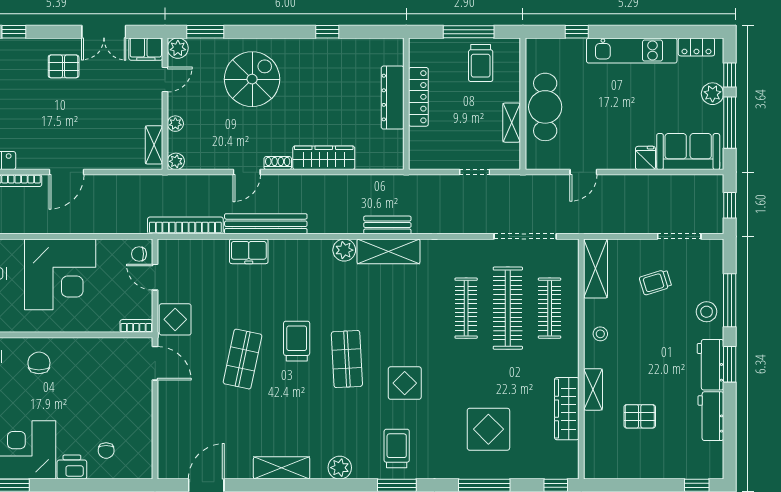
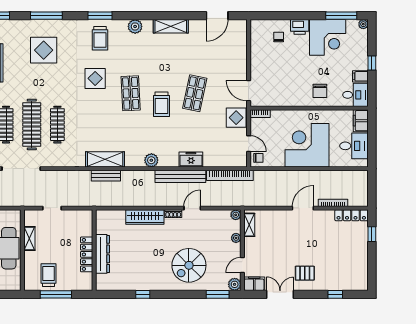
plant: (344, 250) -> (151, 160), moved

